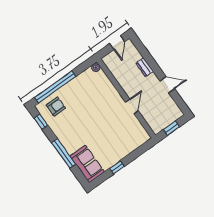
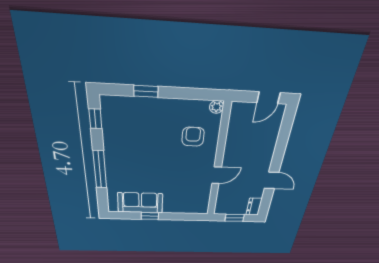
dresser: (145, 67) -> (254, 207), moved
window: (55, 87) -> (146, 91), width x0.32
armchair: (56, 107) -> (193, 137), moved, turned -90
sofa: (87, 164) -> (140, 203), moved, turned -90

